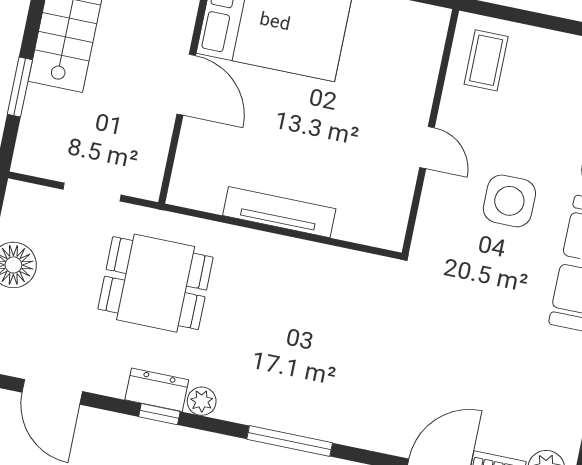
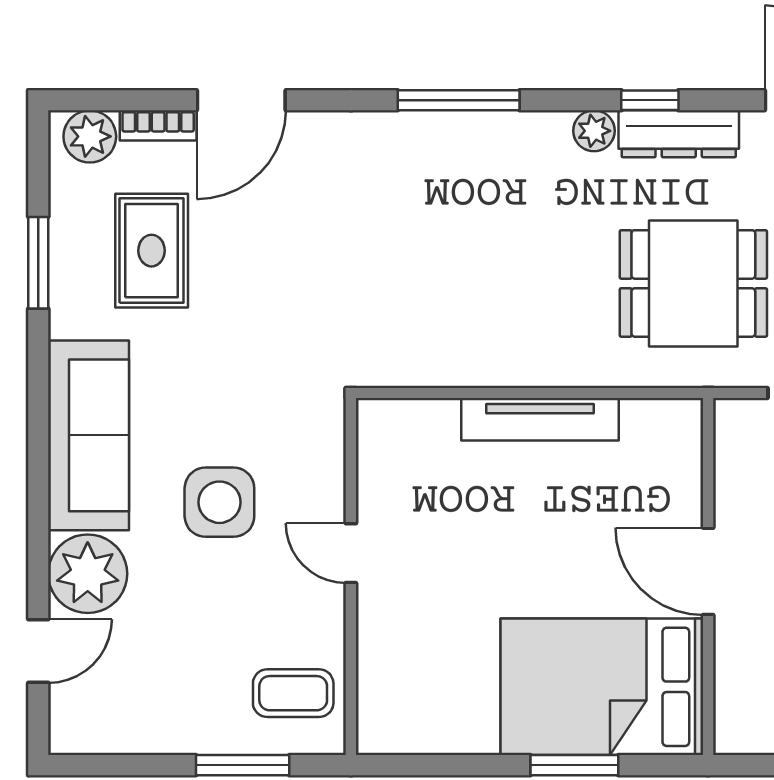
window: (531, 18) -> (243, 765), added
coffee table: (486, 60) -> (293, 693), turned 90
rug: (520, 382) -> (152, 251), added
dresser: (157, 390) -> (679, 134), width x1.44

